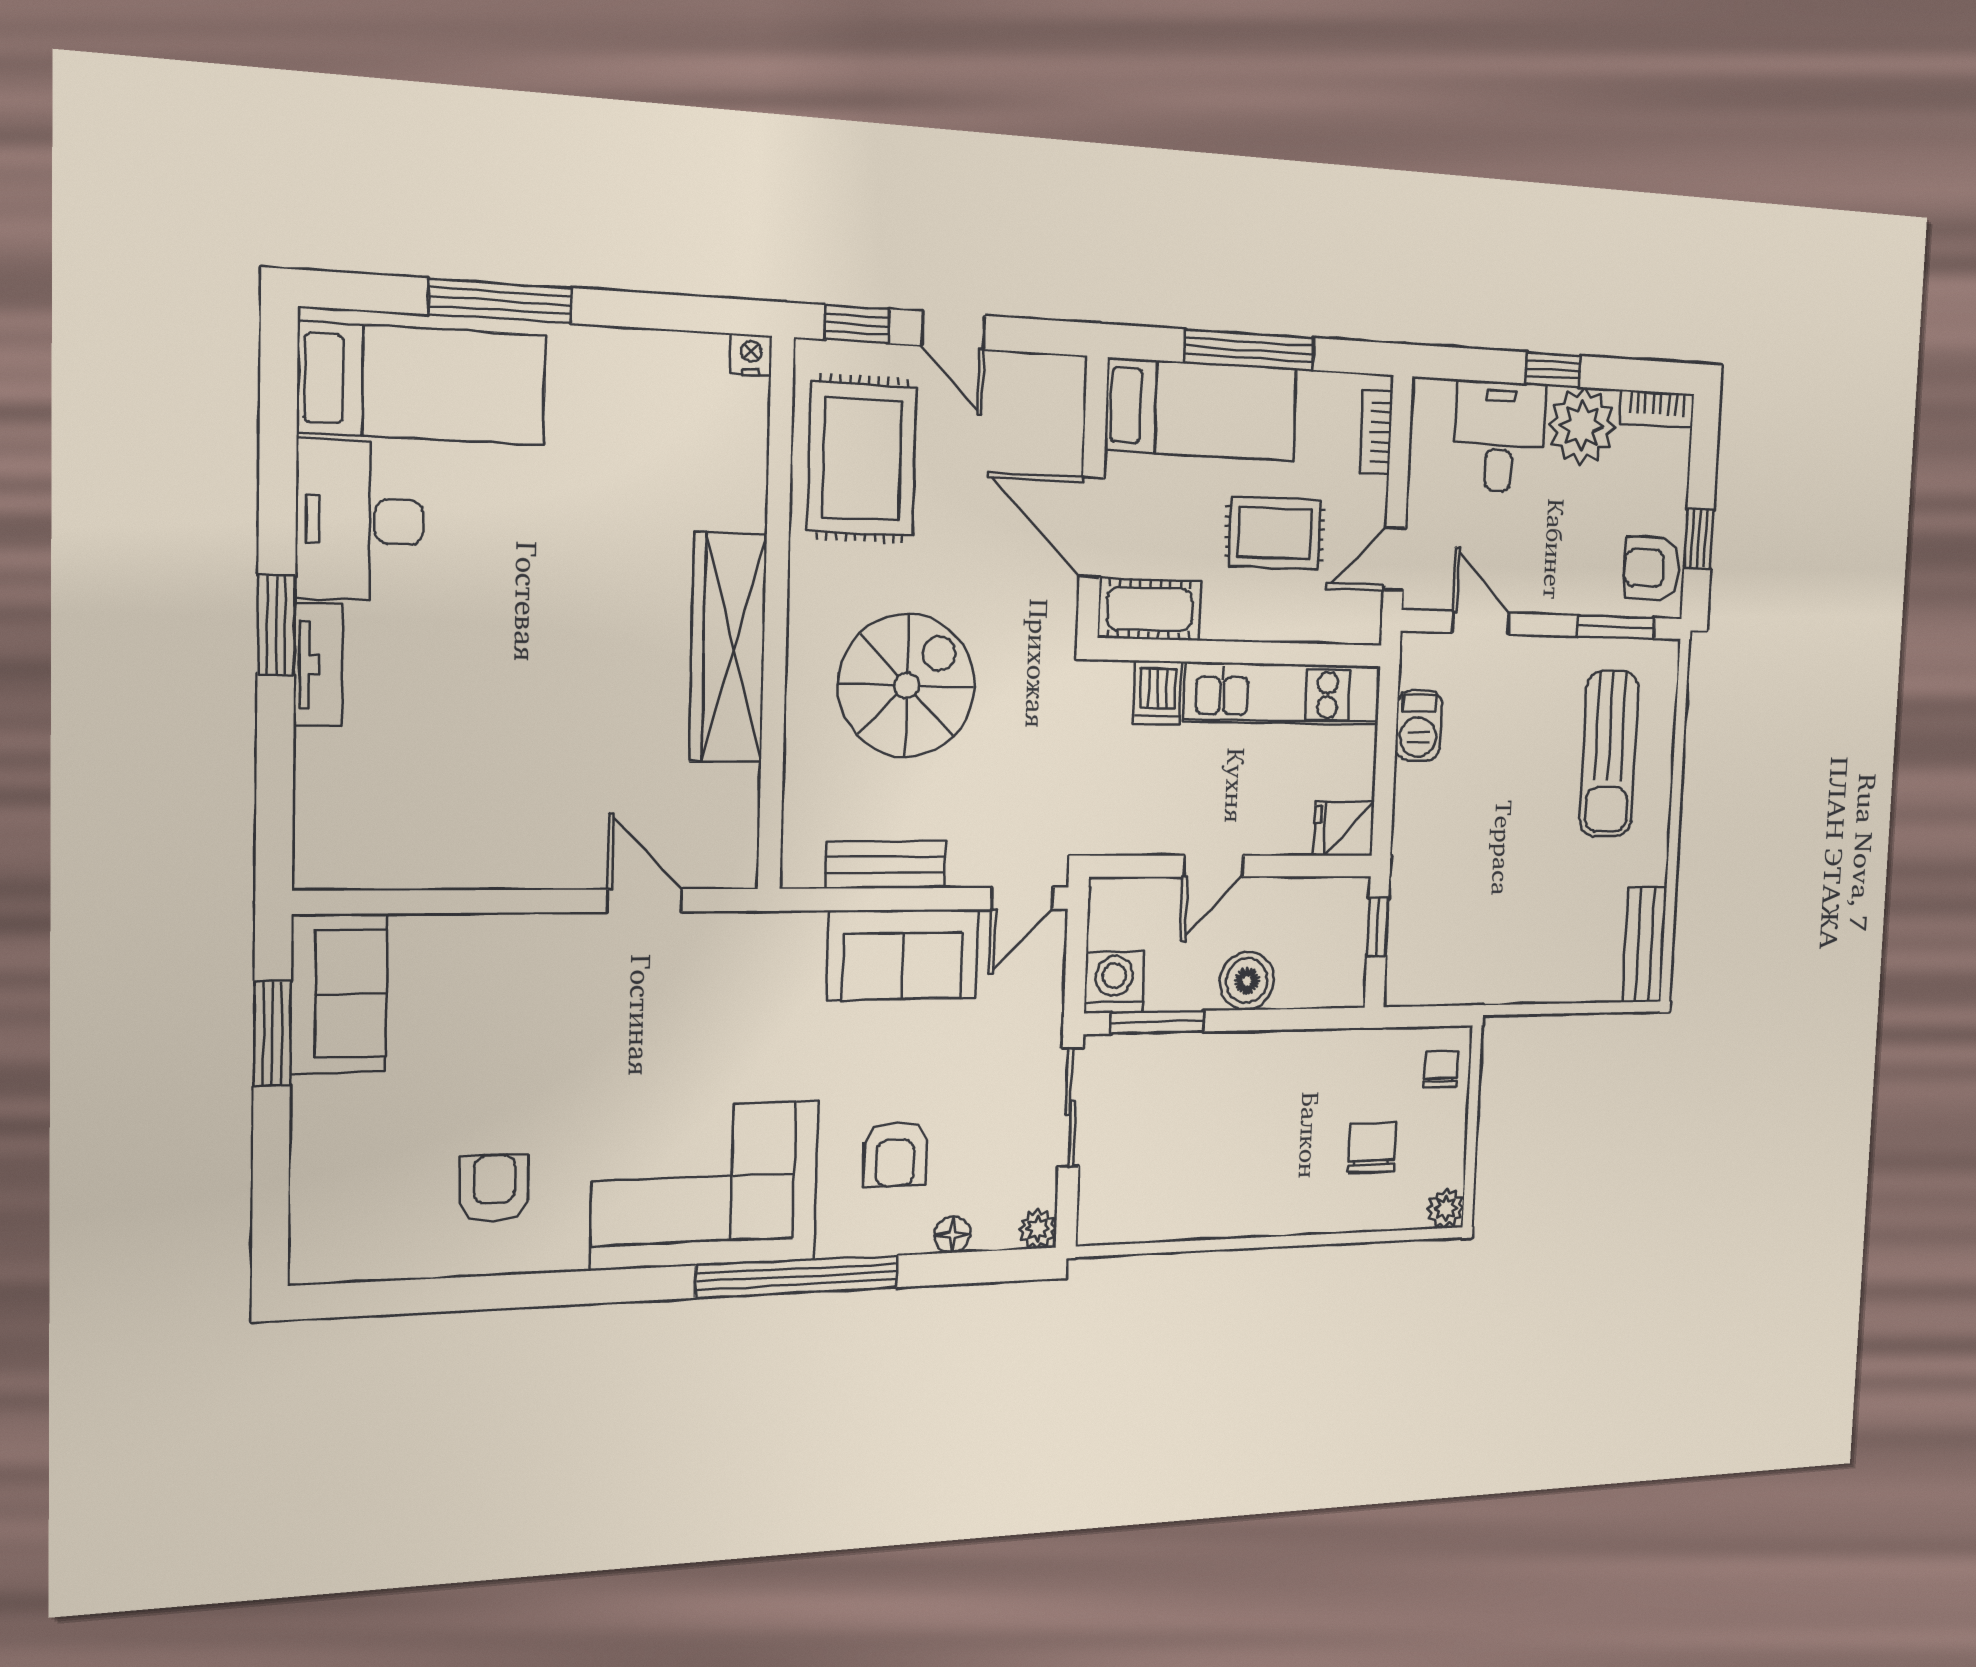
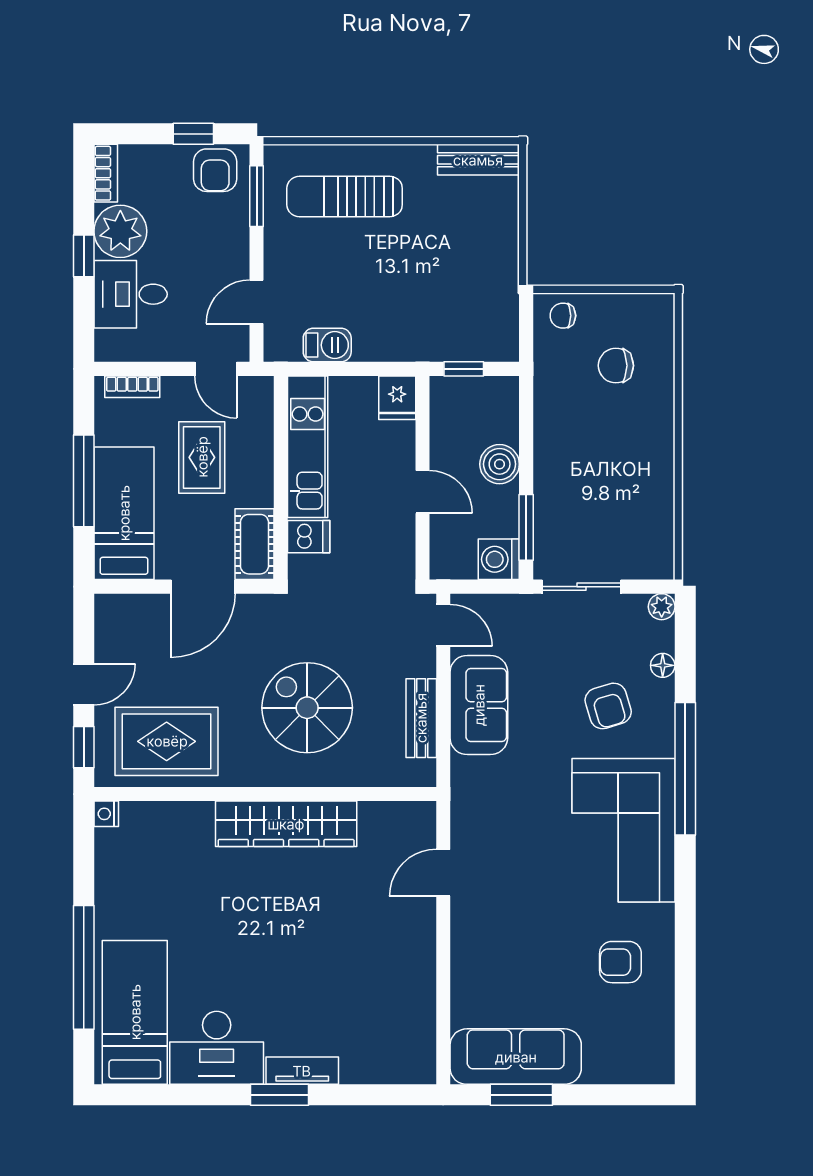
window: (500, 301) -> (84, 967), width x1.46
sun lounger: (1609, 754) -> (345, 197), turned 180
sofa: (339, 994) -> (516, 1057), width x1.36
armchair: (895, 1154) -> (608, 706), turned 73
plant: (1446, 1208) -> (661, 307), removed

